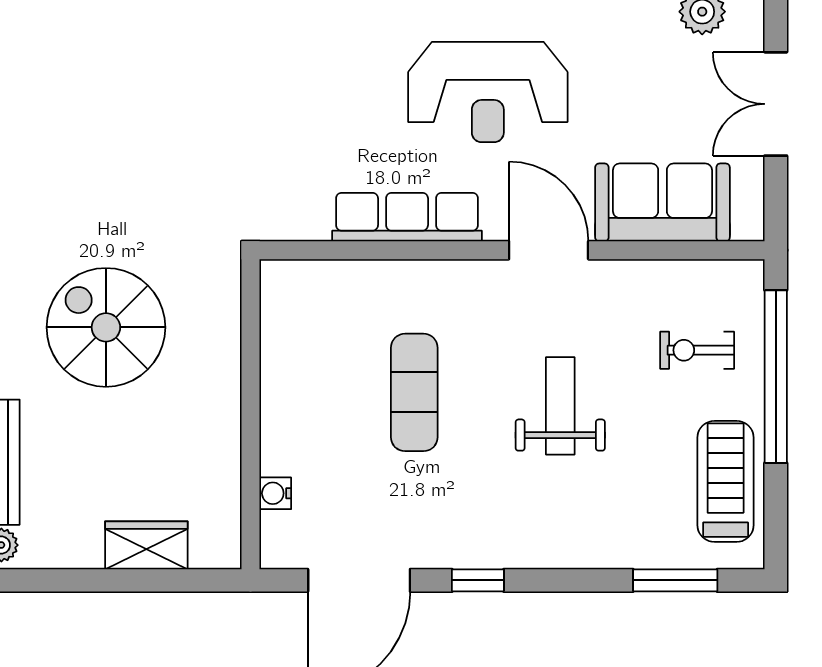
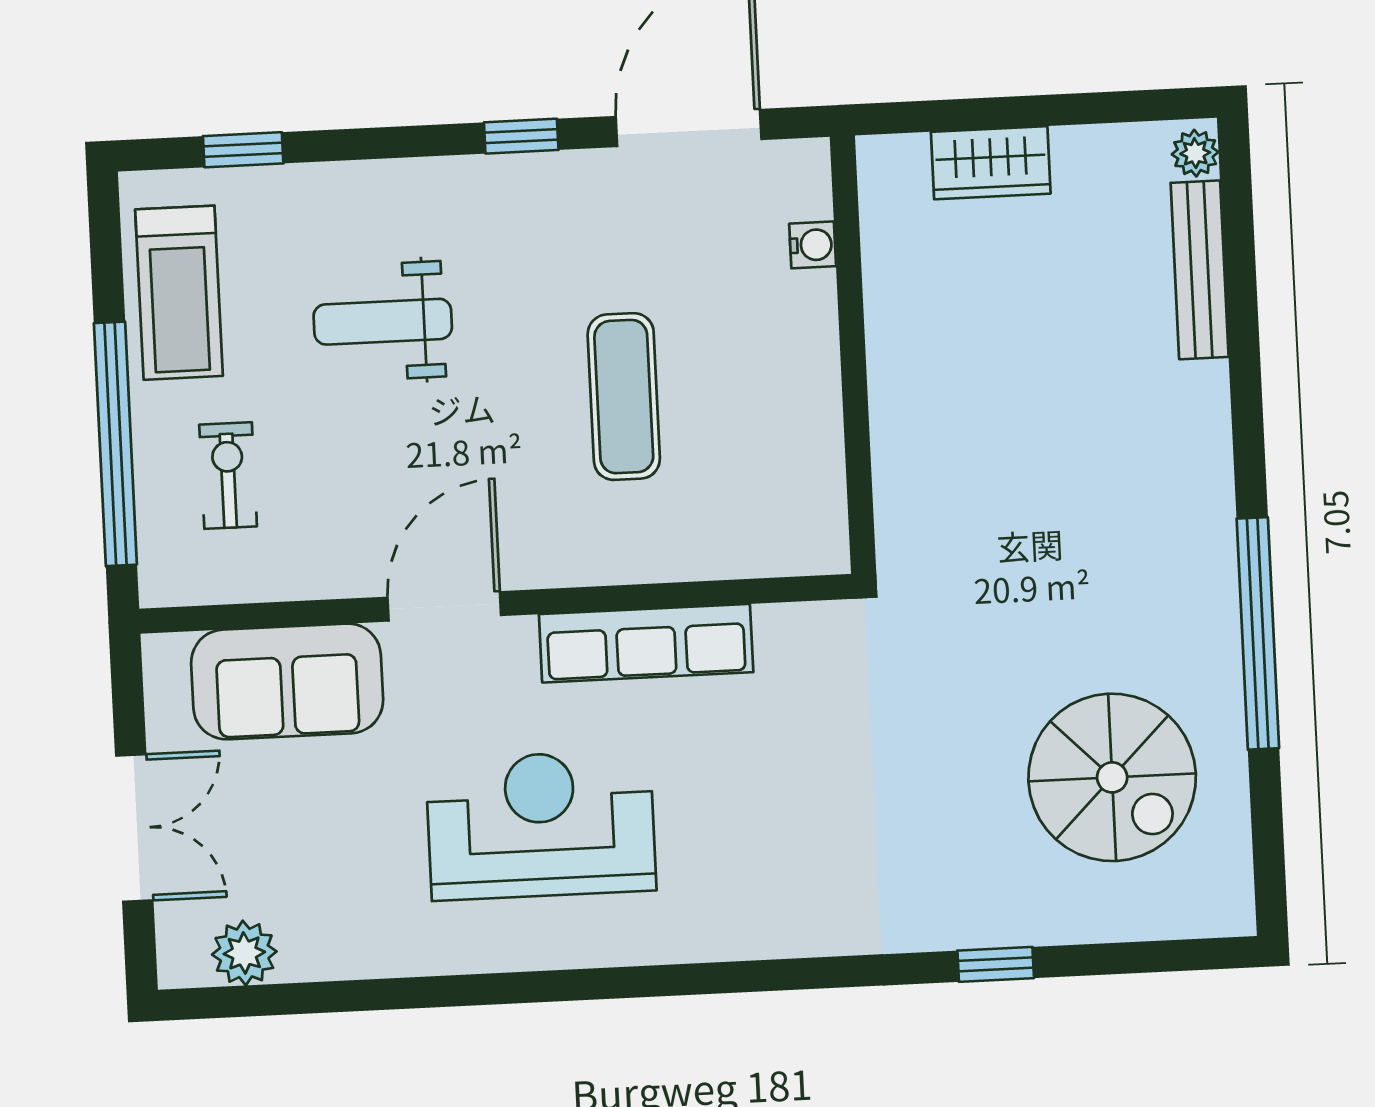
door: (549, 250) -> (444, 606), swing flipped
spiral stairs: (106, 327) -> (1112, 777), moved
exercise bike: (697, 350) -> (228, 476), turned -90
weight bench: (560, 406) -> (383, 322), moved, turned 90
window: (675, 580) -> (243, 150), width x0.67

